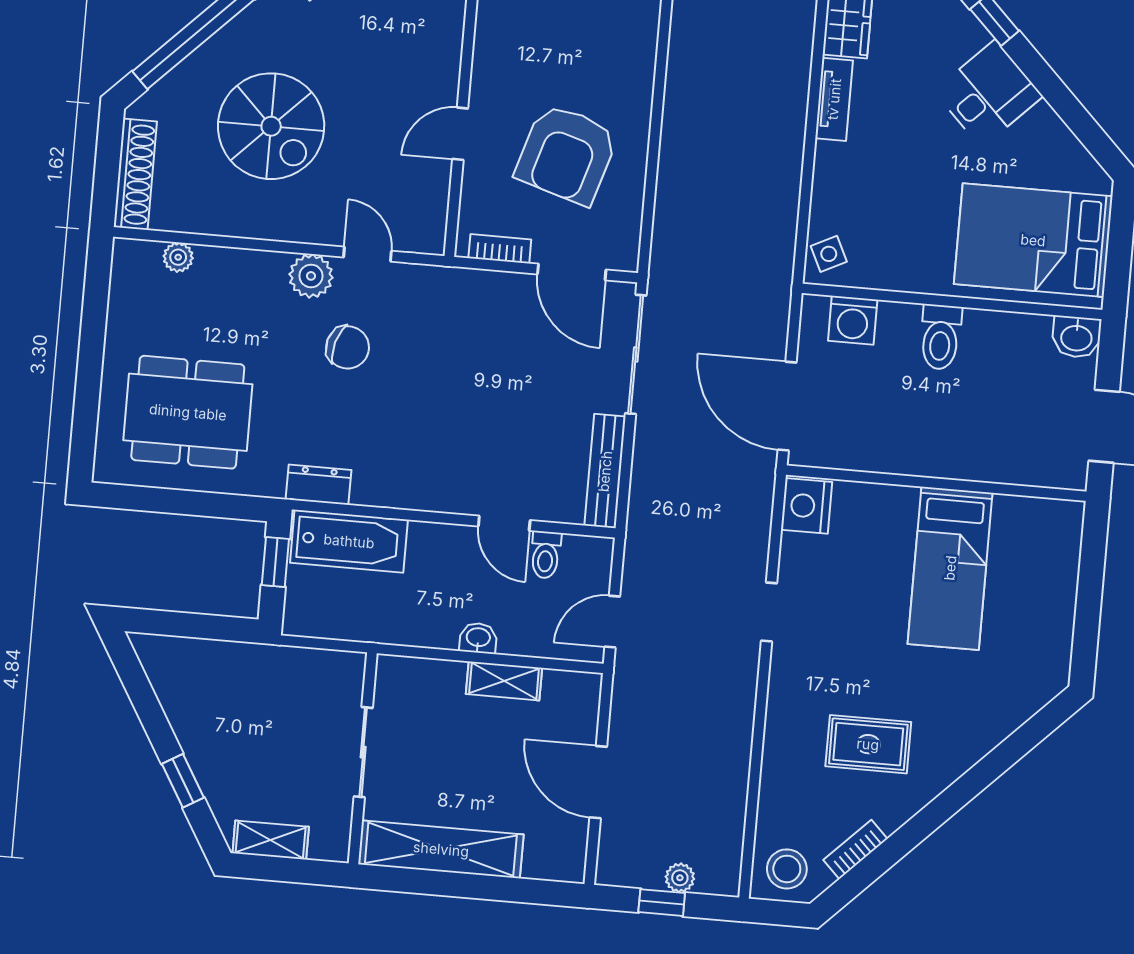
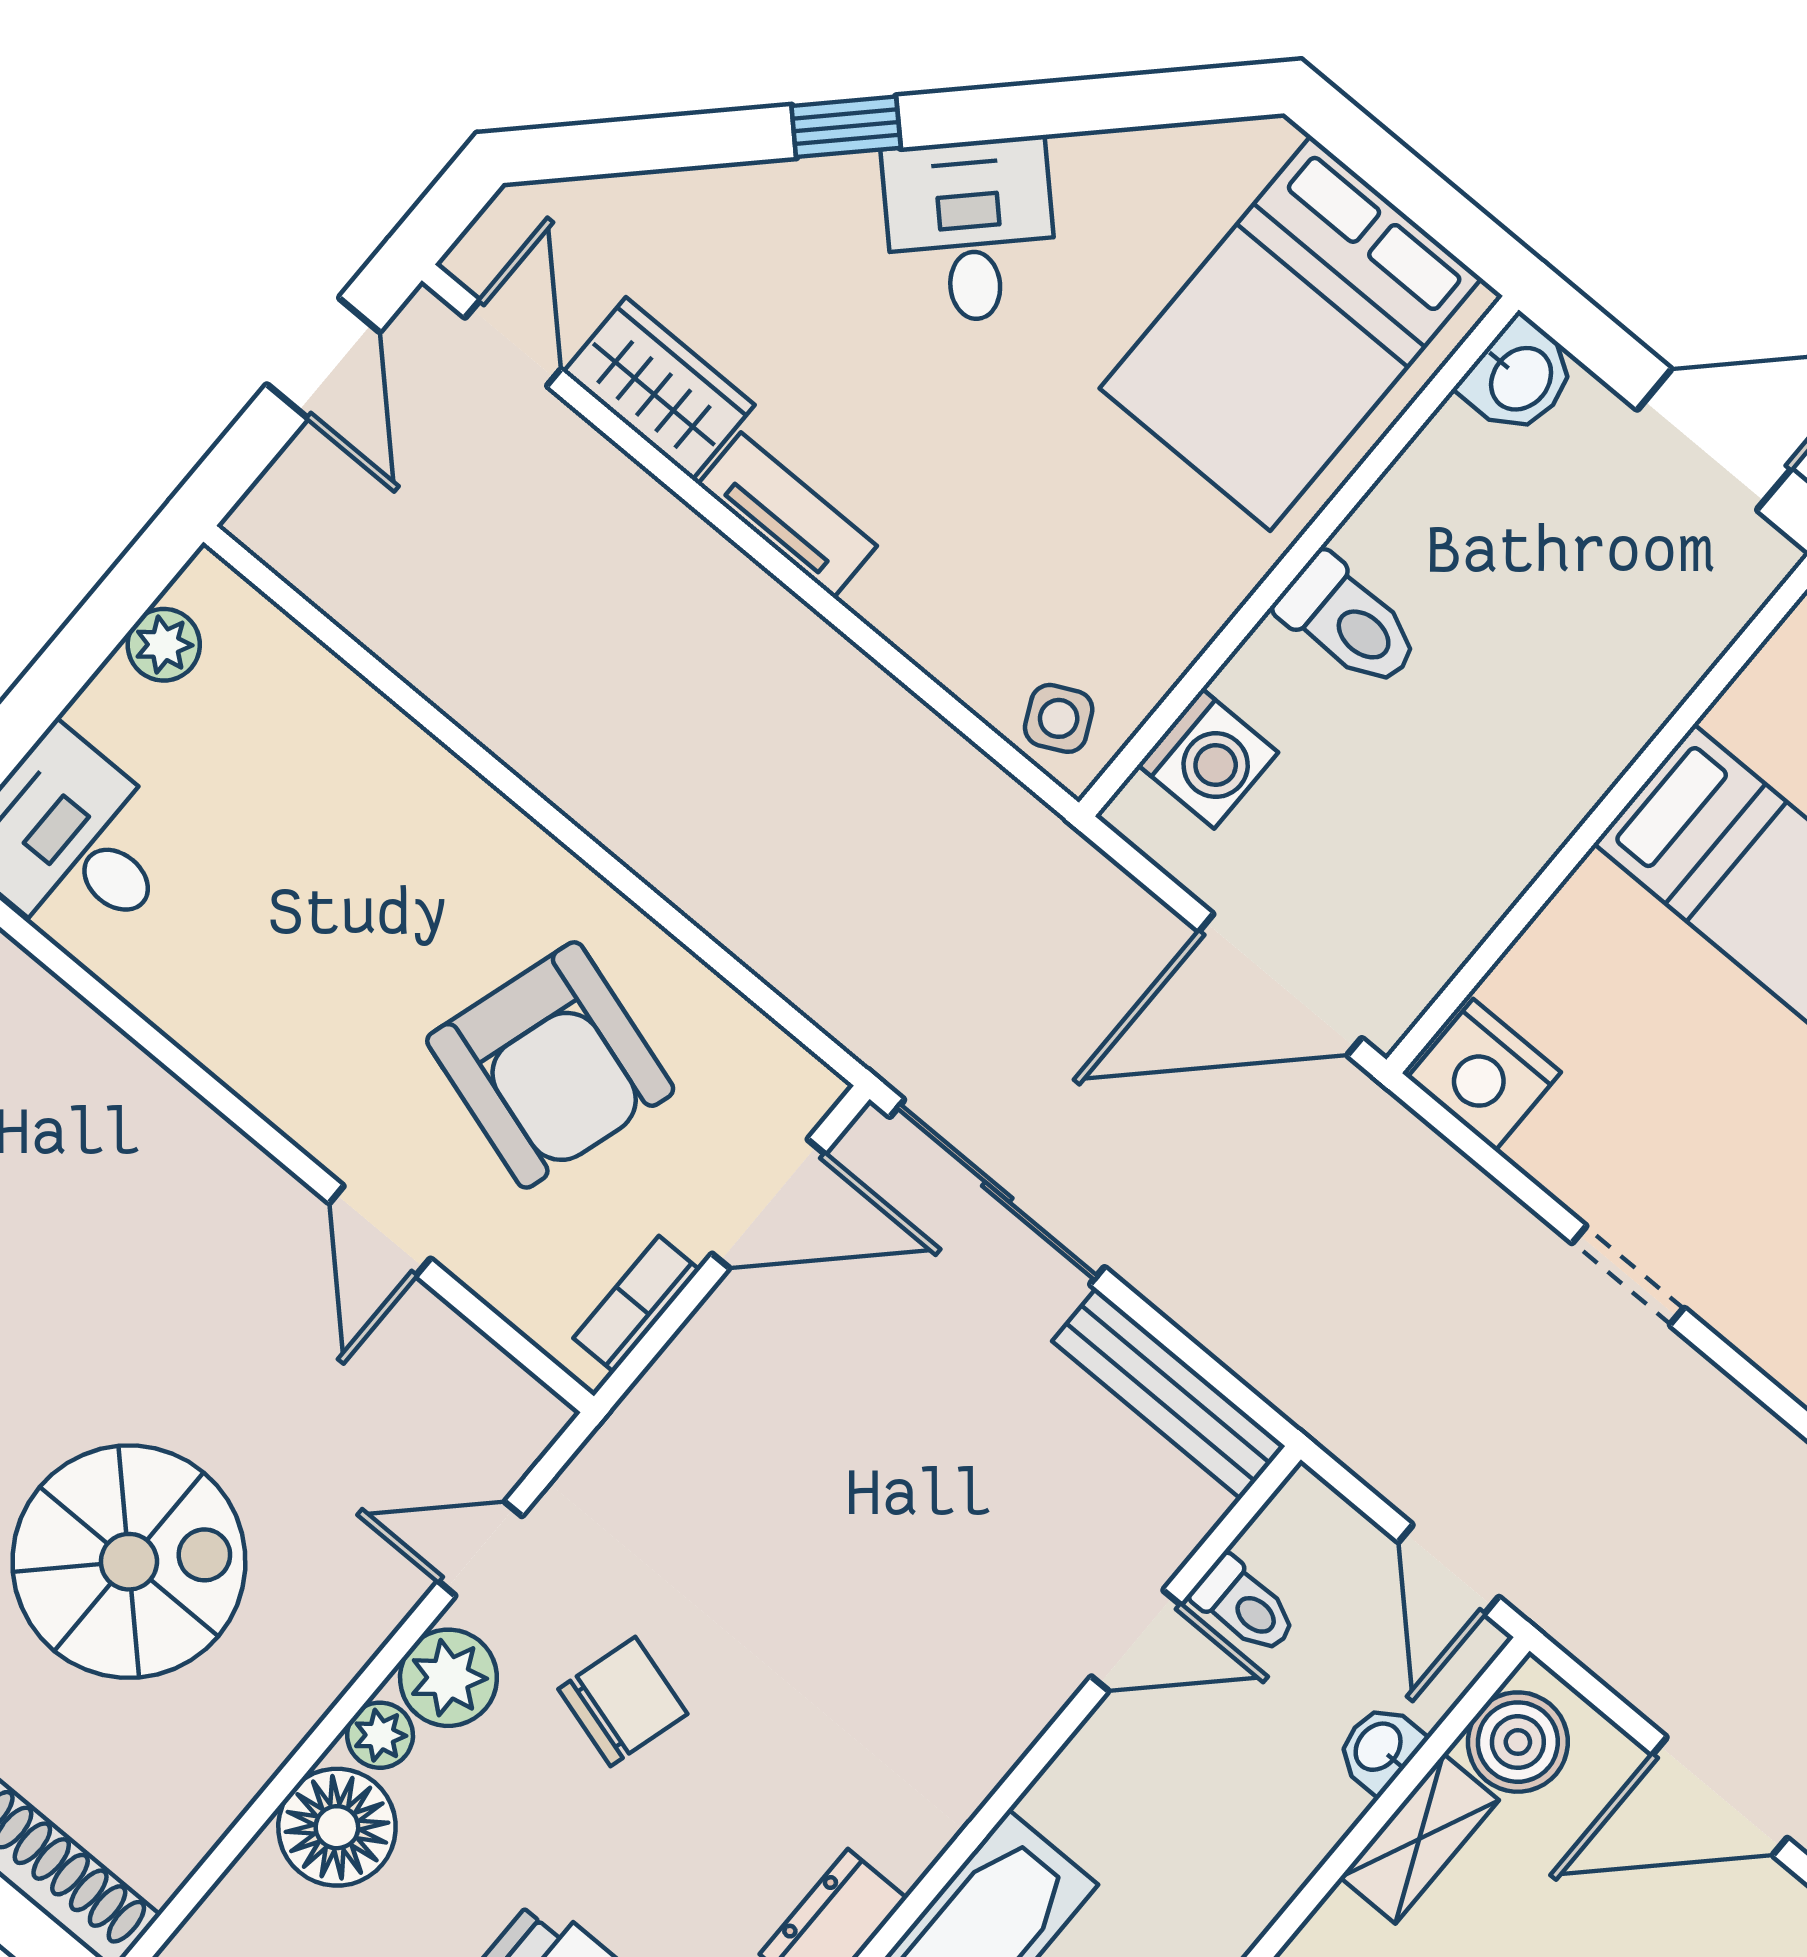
plant: (178, 257) -> (380, 1735), moved
floor lamp: (226, 273) -> (337, 1827), added
washbasin: (478, 638) -> (1380, 1748), moved
boiler: (566, 693) -> (1518, 1742), added

